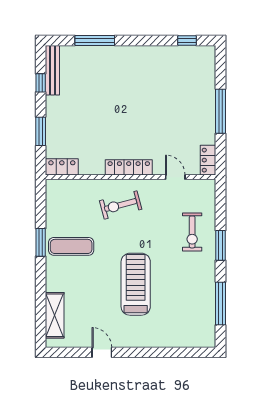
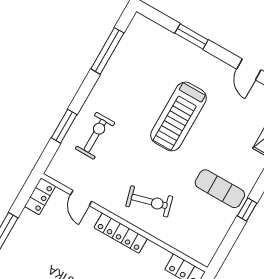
window: (41, 242) -> (247, 209), width x0.67
window: (220, 245) -> (64, 126), moved
window: (161, 352) -> (192, 36), added

